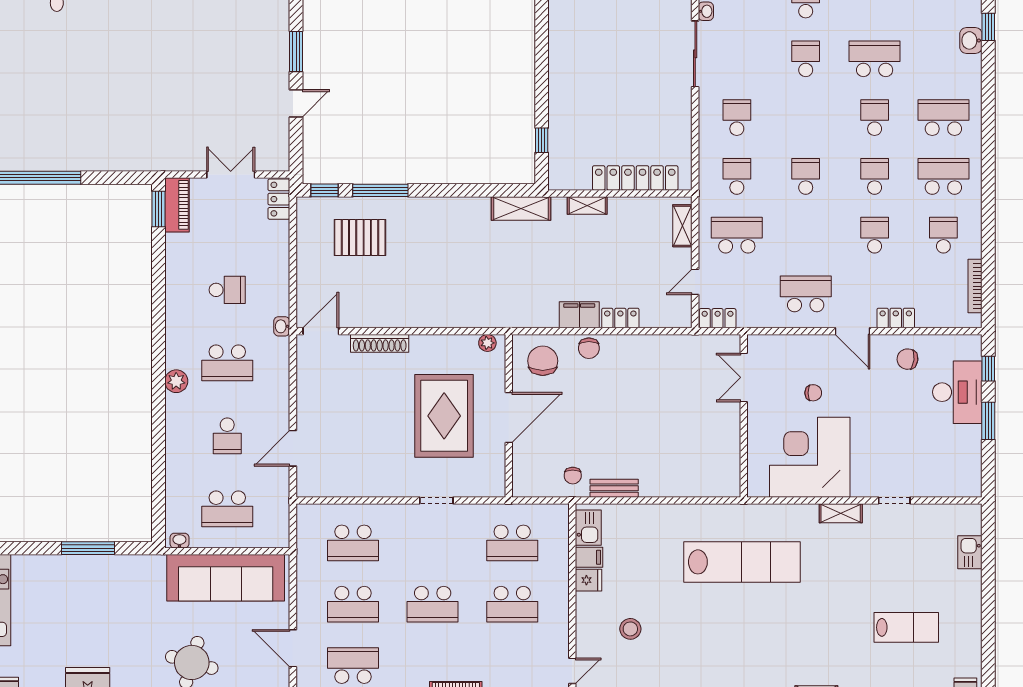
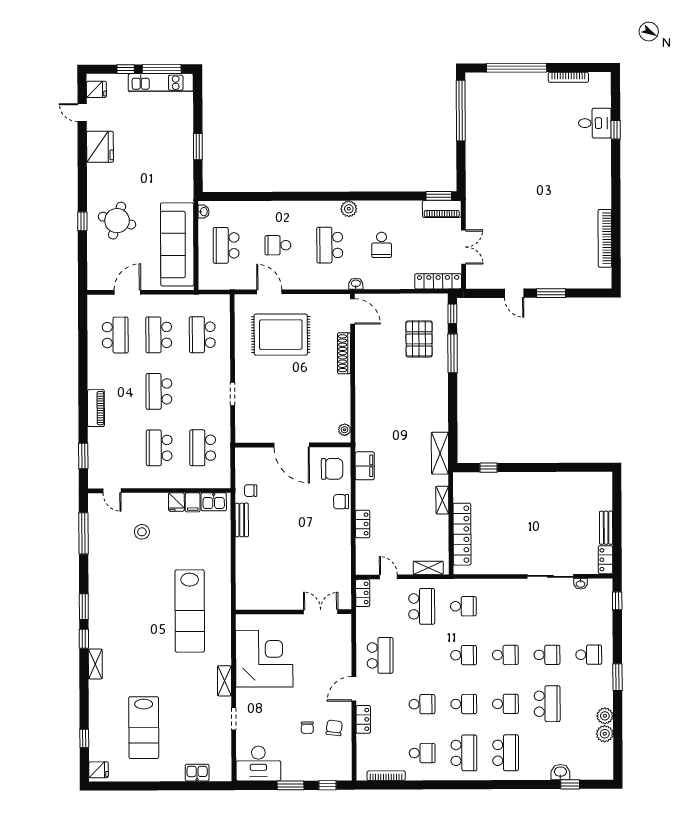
school desk: (737, 118) -> (505, 655), moved
locker: (279, 199) -> (438, 281), width x1.53
filing cabinet: (579, 315) -> (365, 466), moved
plant: (176, 381) -> (349, 209), moved
desk: (957, 392) -> (258, 763), moved
chair: (813, 393) -> (307, 728), moved
rug: (444, 416) -> (281, 335), moved
window: (88, 548) -> (198, 147), width x0.69
lab bench: (906, 627) -> (144, 728), width x1.36, depth x1.39

